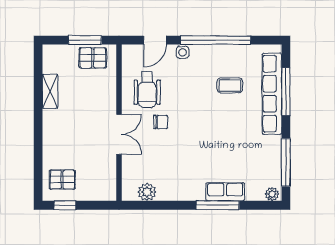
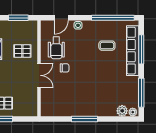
window: (216, 40) -> (113, 18), moved
pallet: (93, 58) -> (22, 51), moved
plant: (147, 192) -> (122, 111), moved
row of seats: (225, 192) -> (104, 111), removed
window: (218, 205) -> (84, 119), moved

